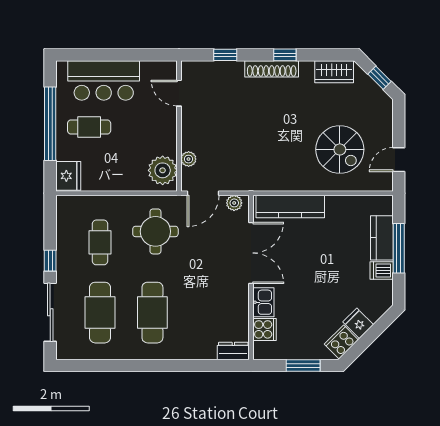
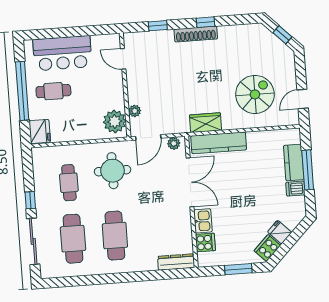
wardrobe: (334, 72) -> (205, 123), moved, turned 180
spiral stairs: (340, 149) -> (255, 94), turned -90
dresser: (233, 351) -> (176, 262), width x1.44

